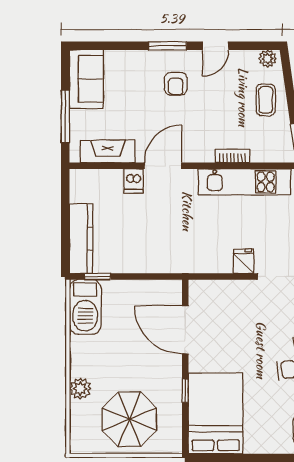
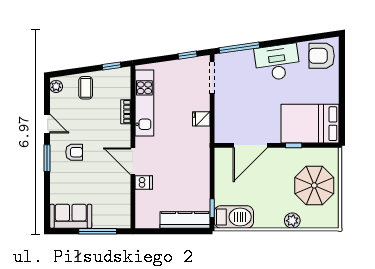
coffee table: (266, 100) -> (86, 88), turned 90
fireplace: (108, 151) -> (123, 201), removed
fridge: (243, 261) -> (201, 119), moved

